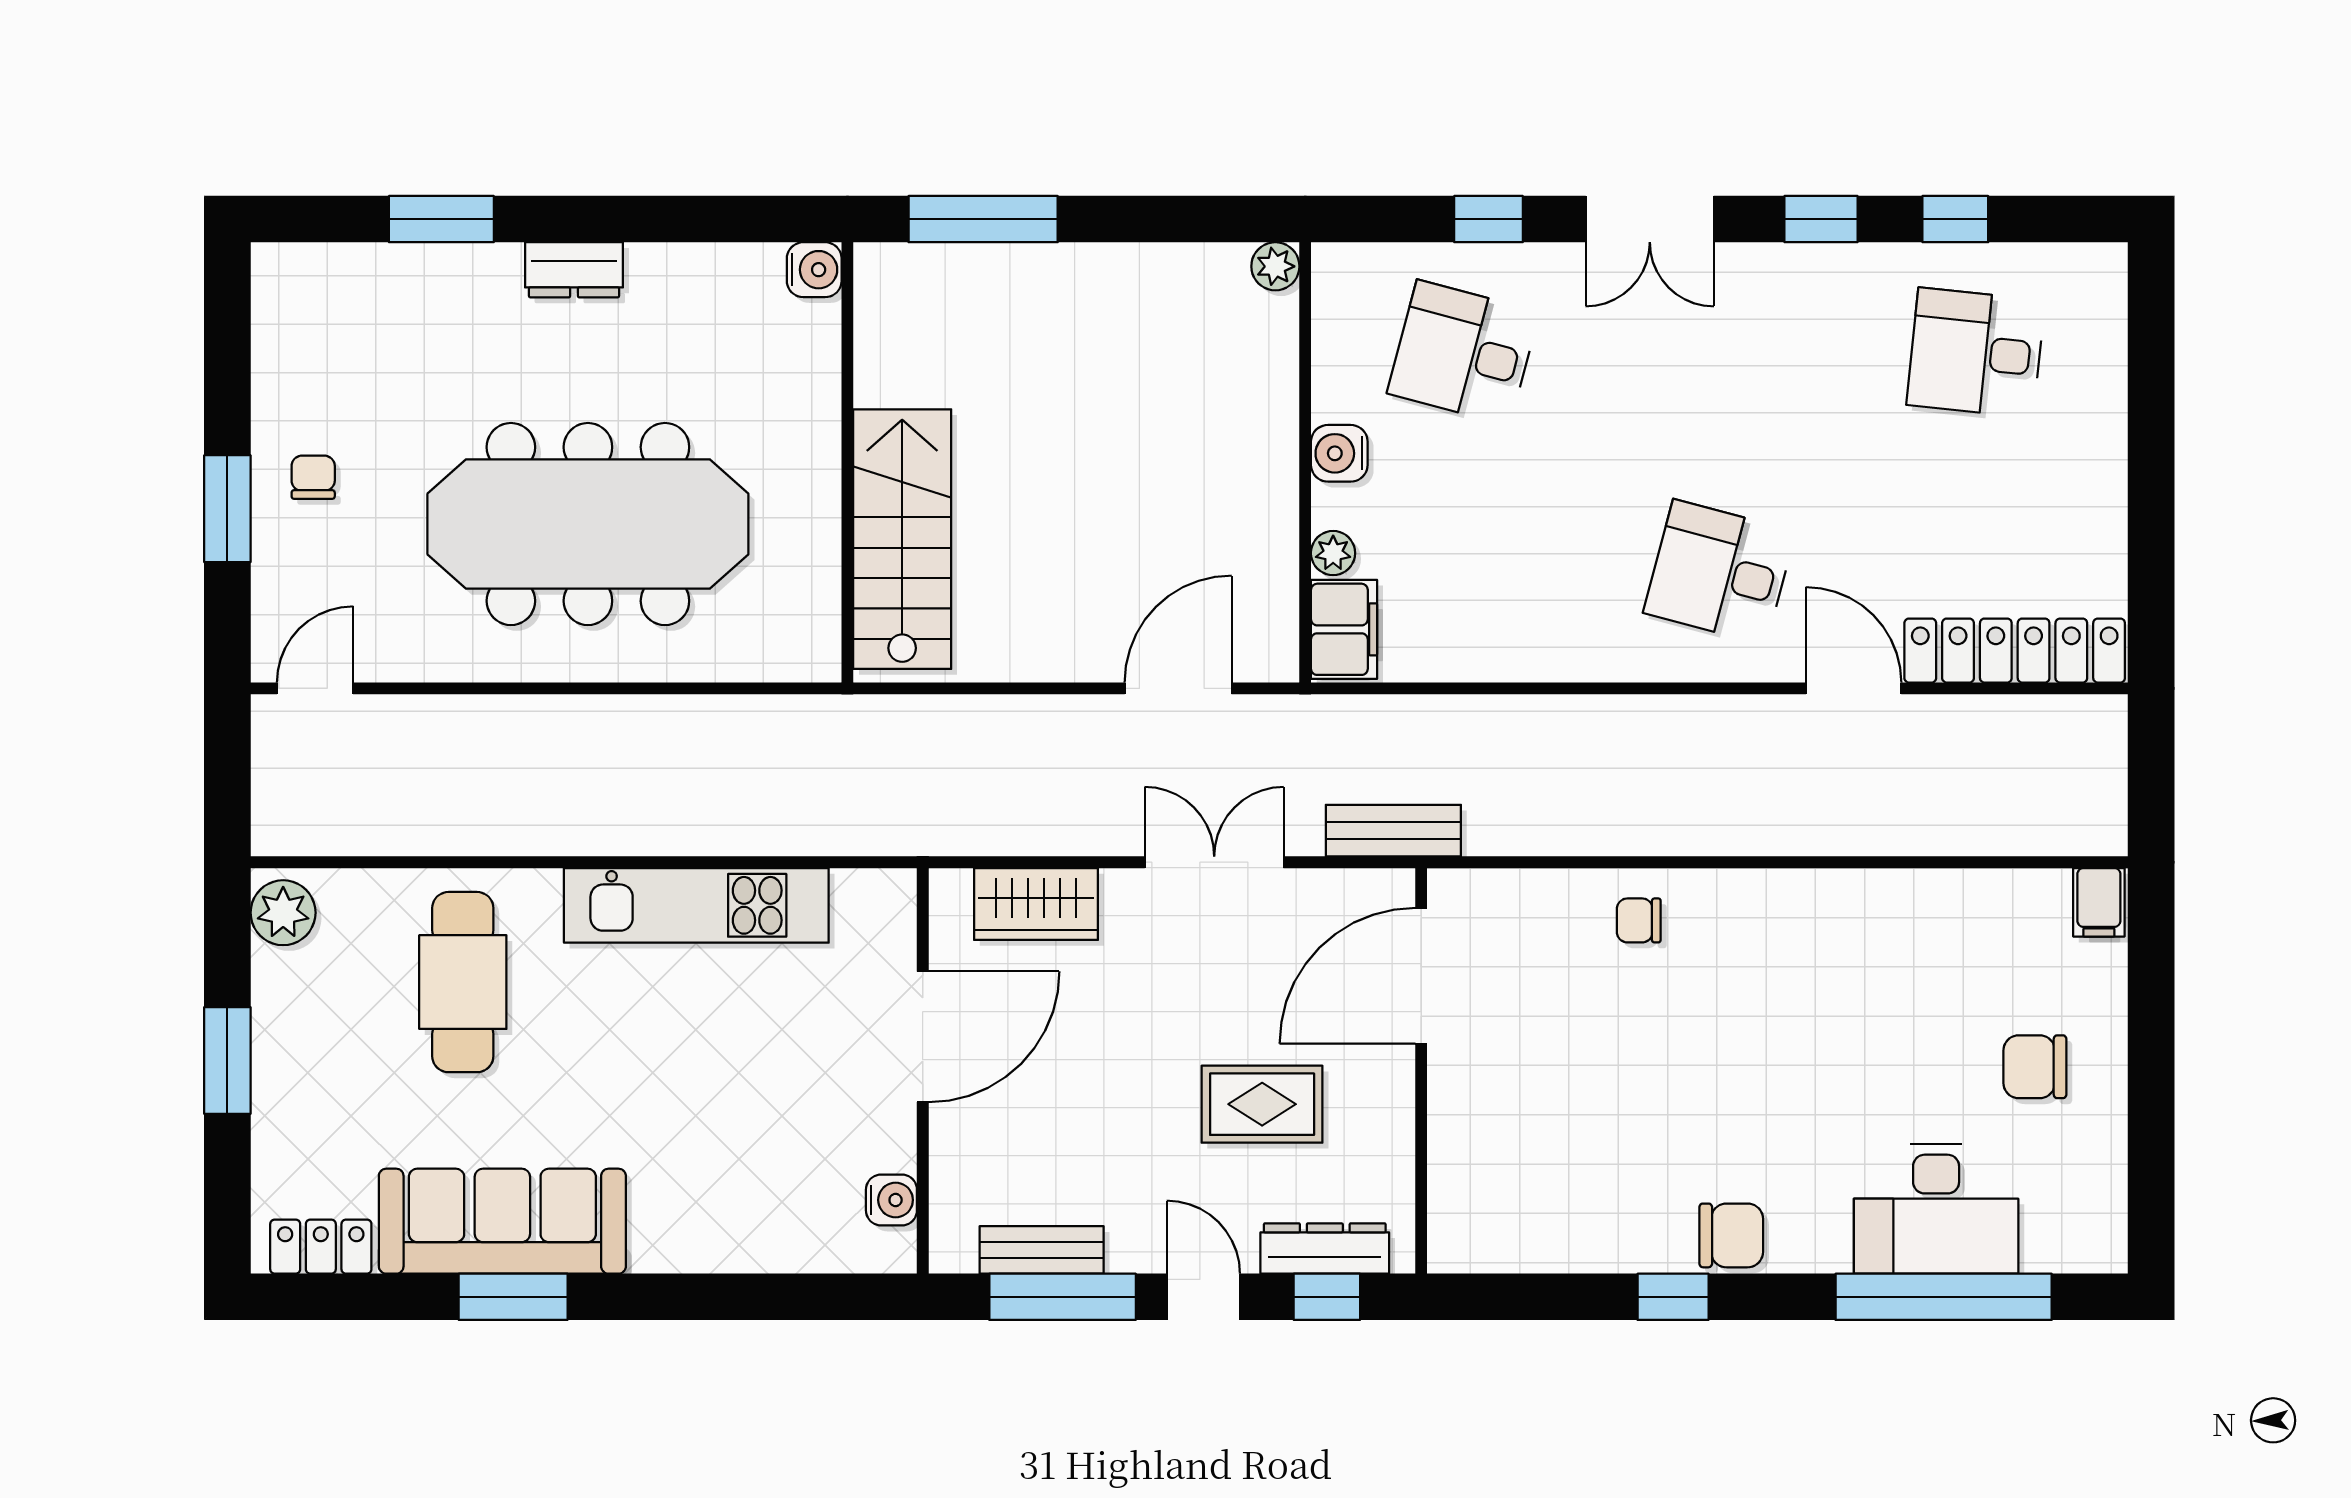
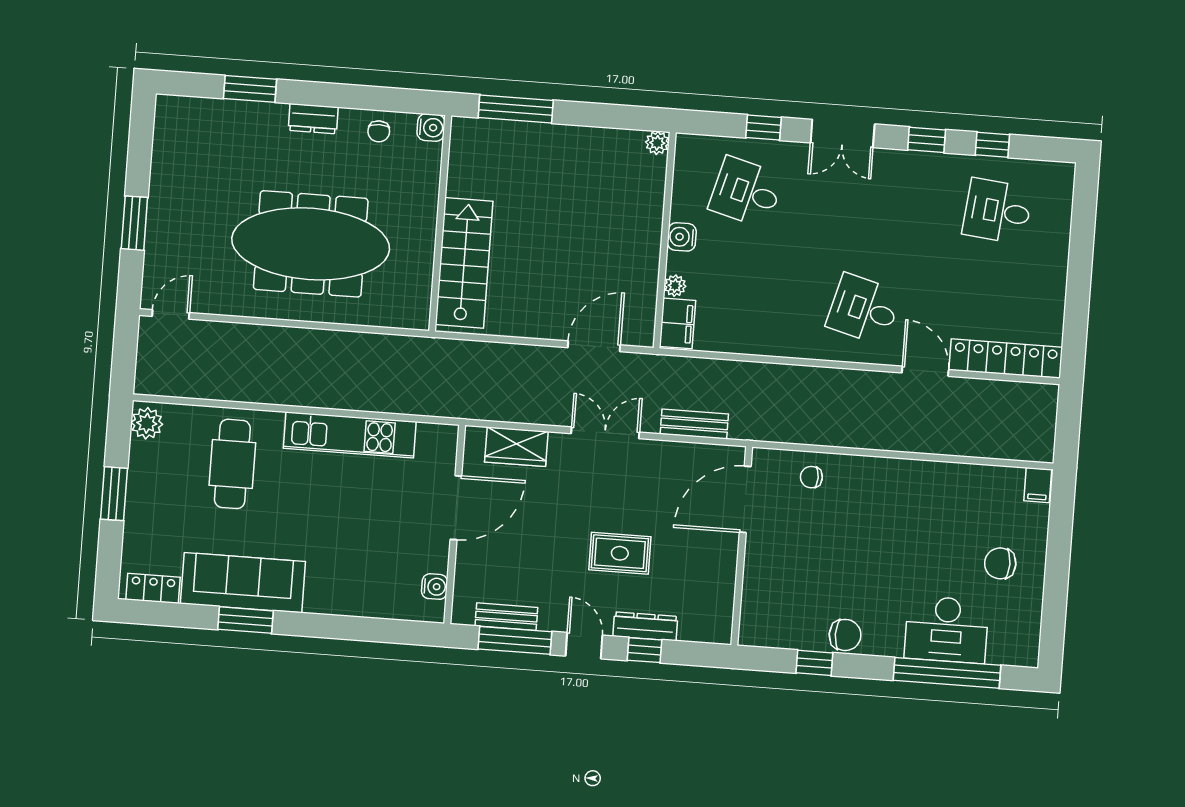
chair: (313, 477) -> (379, 131), moved, turned 180
door: (1421, 976) -> (745, 499), moved
wall: (1421, 1071) -> (742, 546), moved

